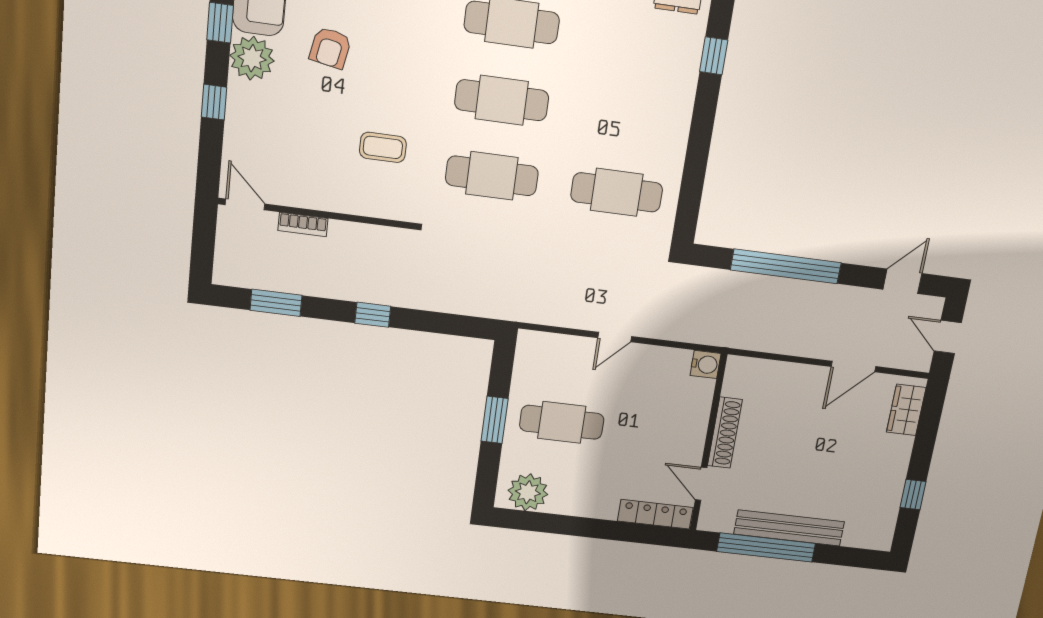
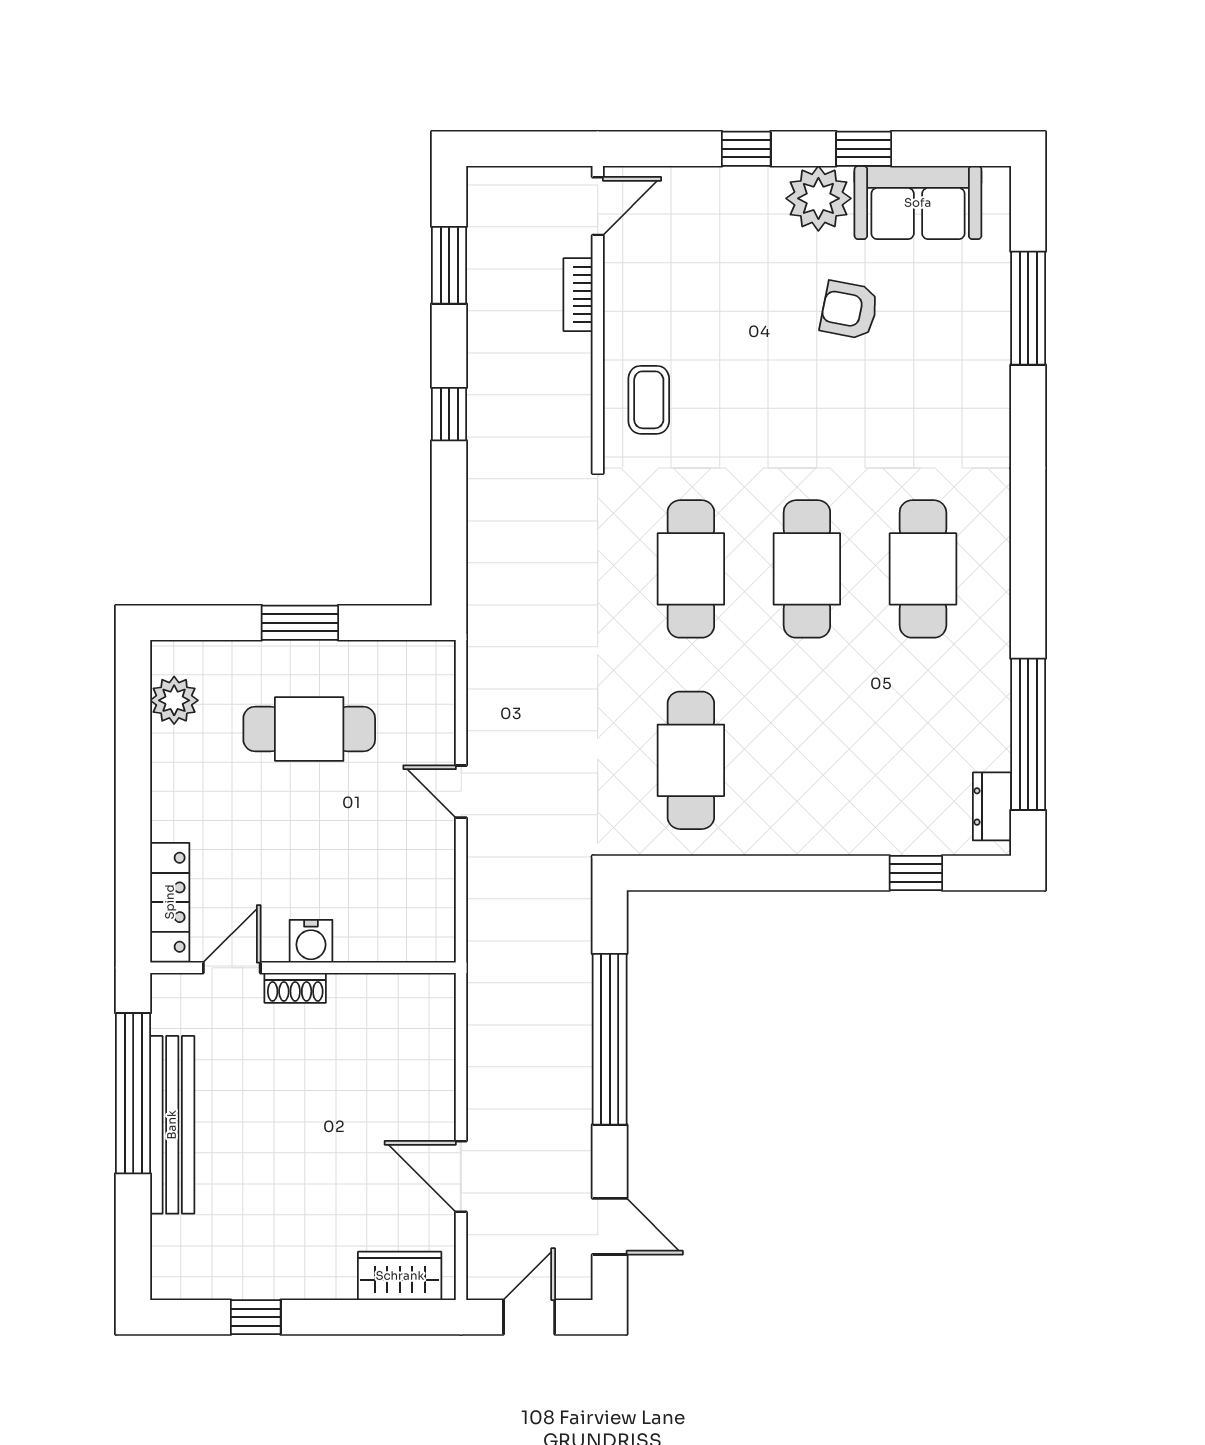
coffee table: (383, 147) -> (649, 400), moved
water cooler: (706, 364) -> (311, 941), moved
cafe table: (562, 422) -> (309, 729), turned 90
shoe rack: (725, 433) -> (295, 988), width x0.51, depth x0.81
plant: (528, 492) -> (174, 700), width x0.73, depth x0.73

